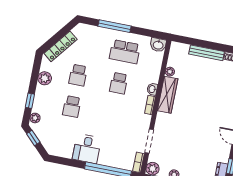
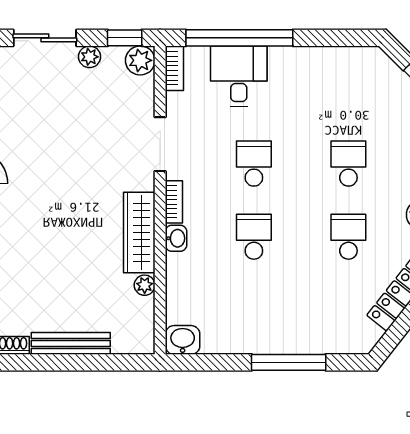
school desk: (125, 52) -> (254, 164), moved, width x0.54
doorway: (149, 141) -> (160, 144), moved
desk: (87, 149) -> (239, 76), moved

